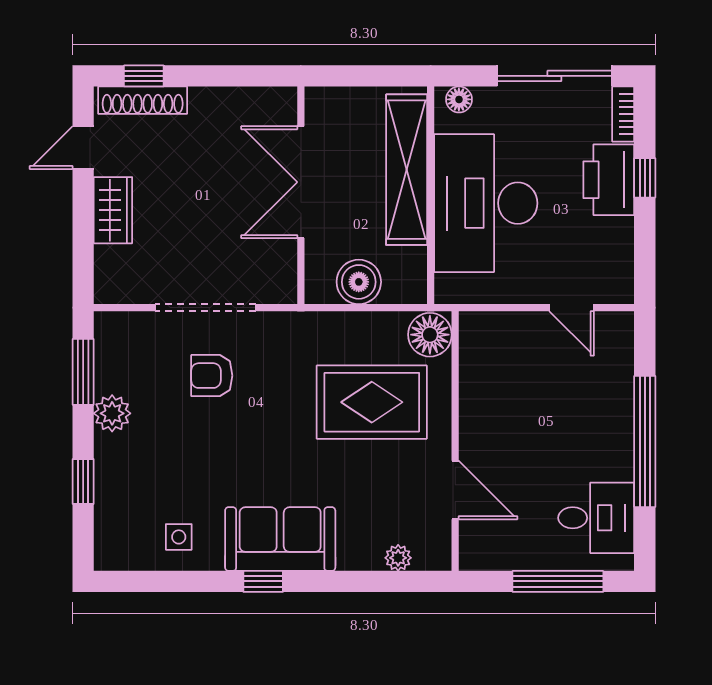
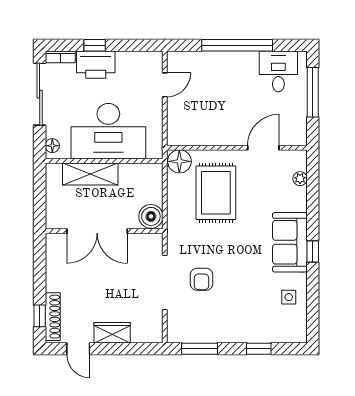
shelving: (407, 170) -> (90, 174), width x0.68
boiler: (359, 282) -> (151, 216), moved
plant: (112, 413) -> (222, 333), removed

